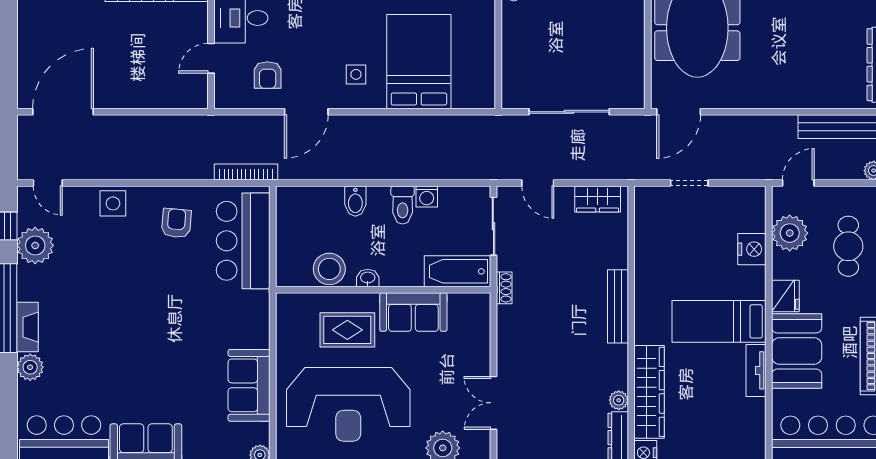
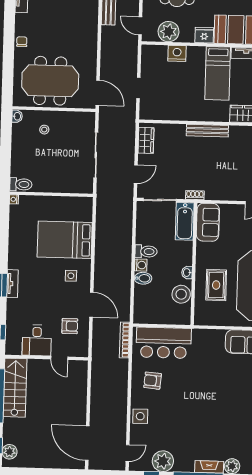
stool: (611, 20) -> (44, 130), added
washing machine: (427, 196) -> (141, 265), moved
sofa: (413, 312) -> (208, 222), moved

